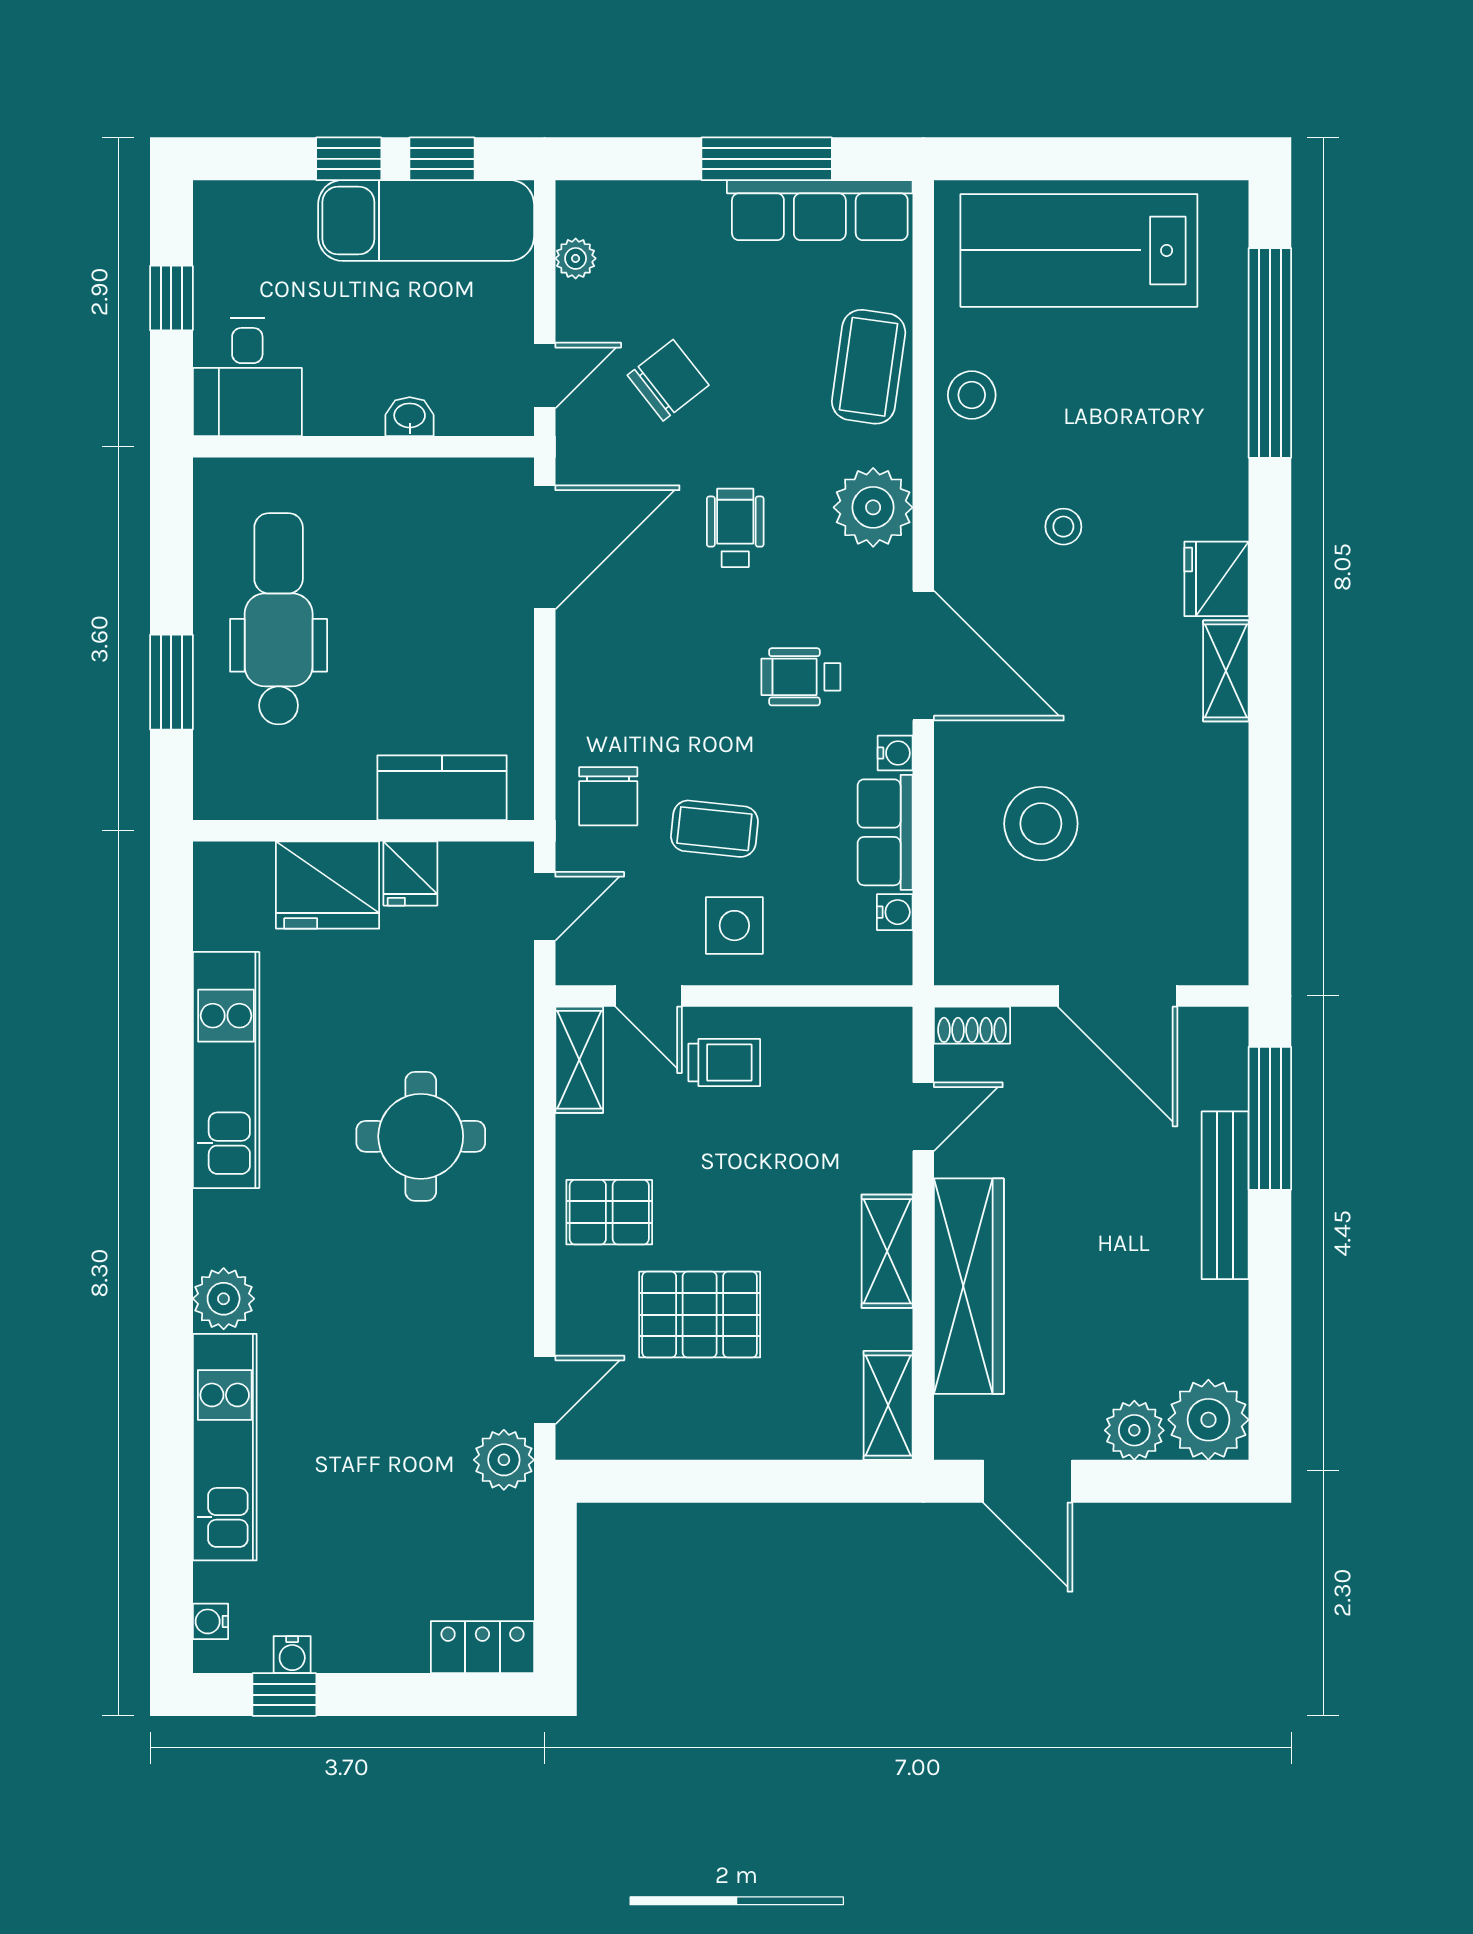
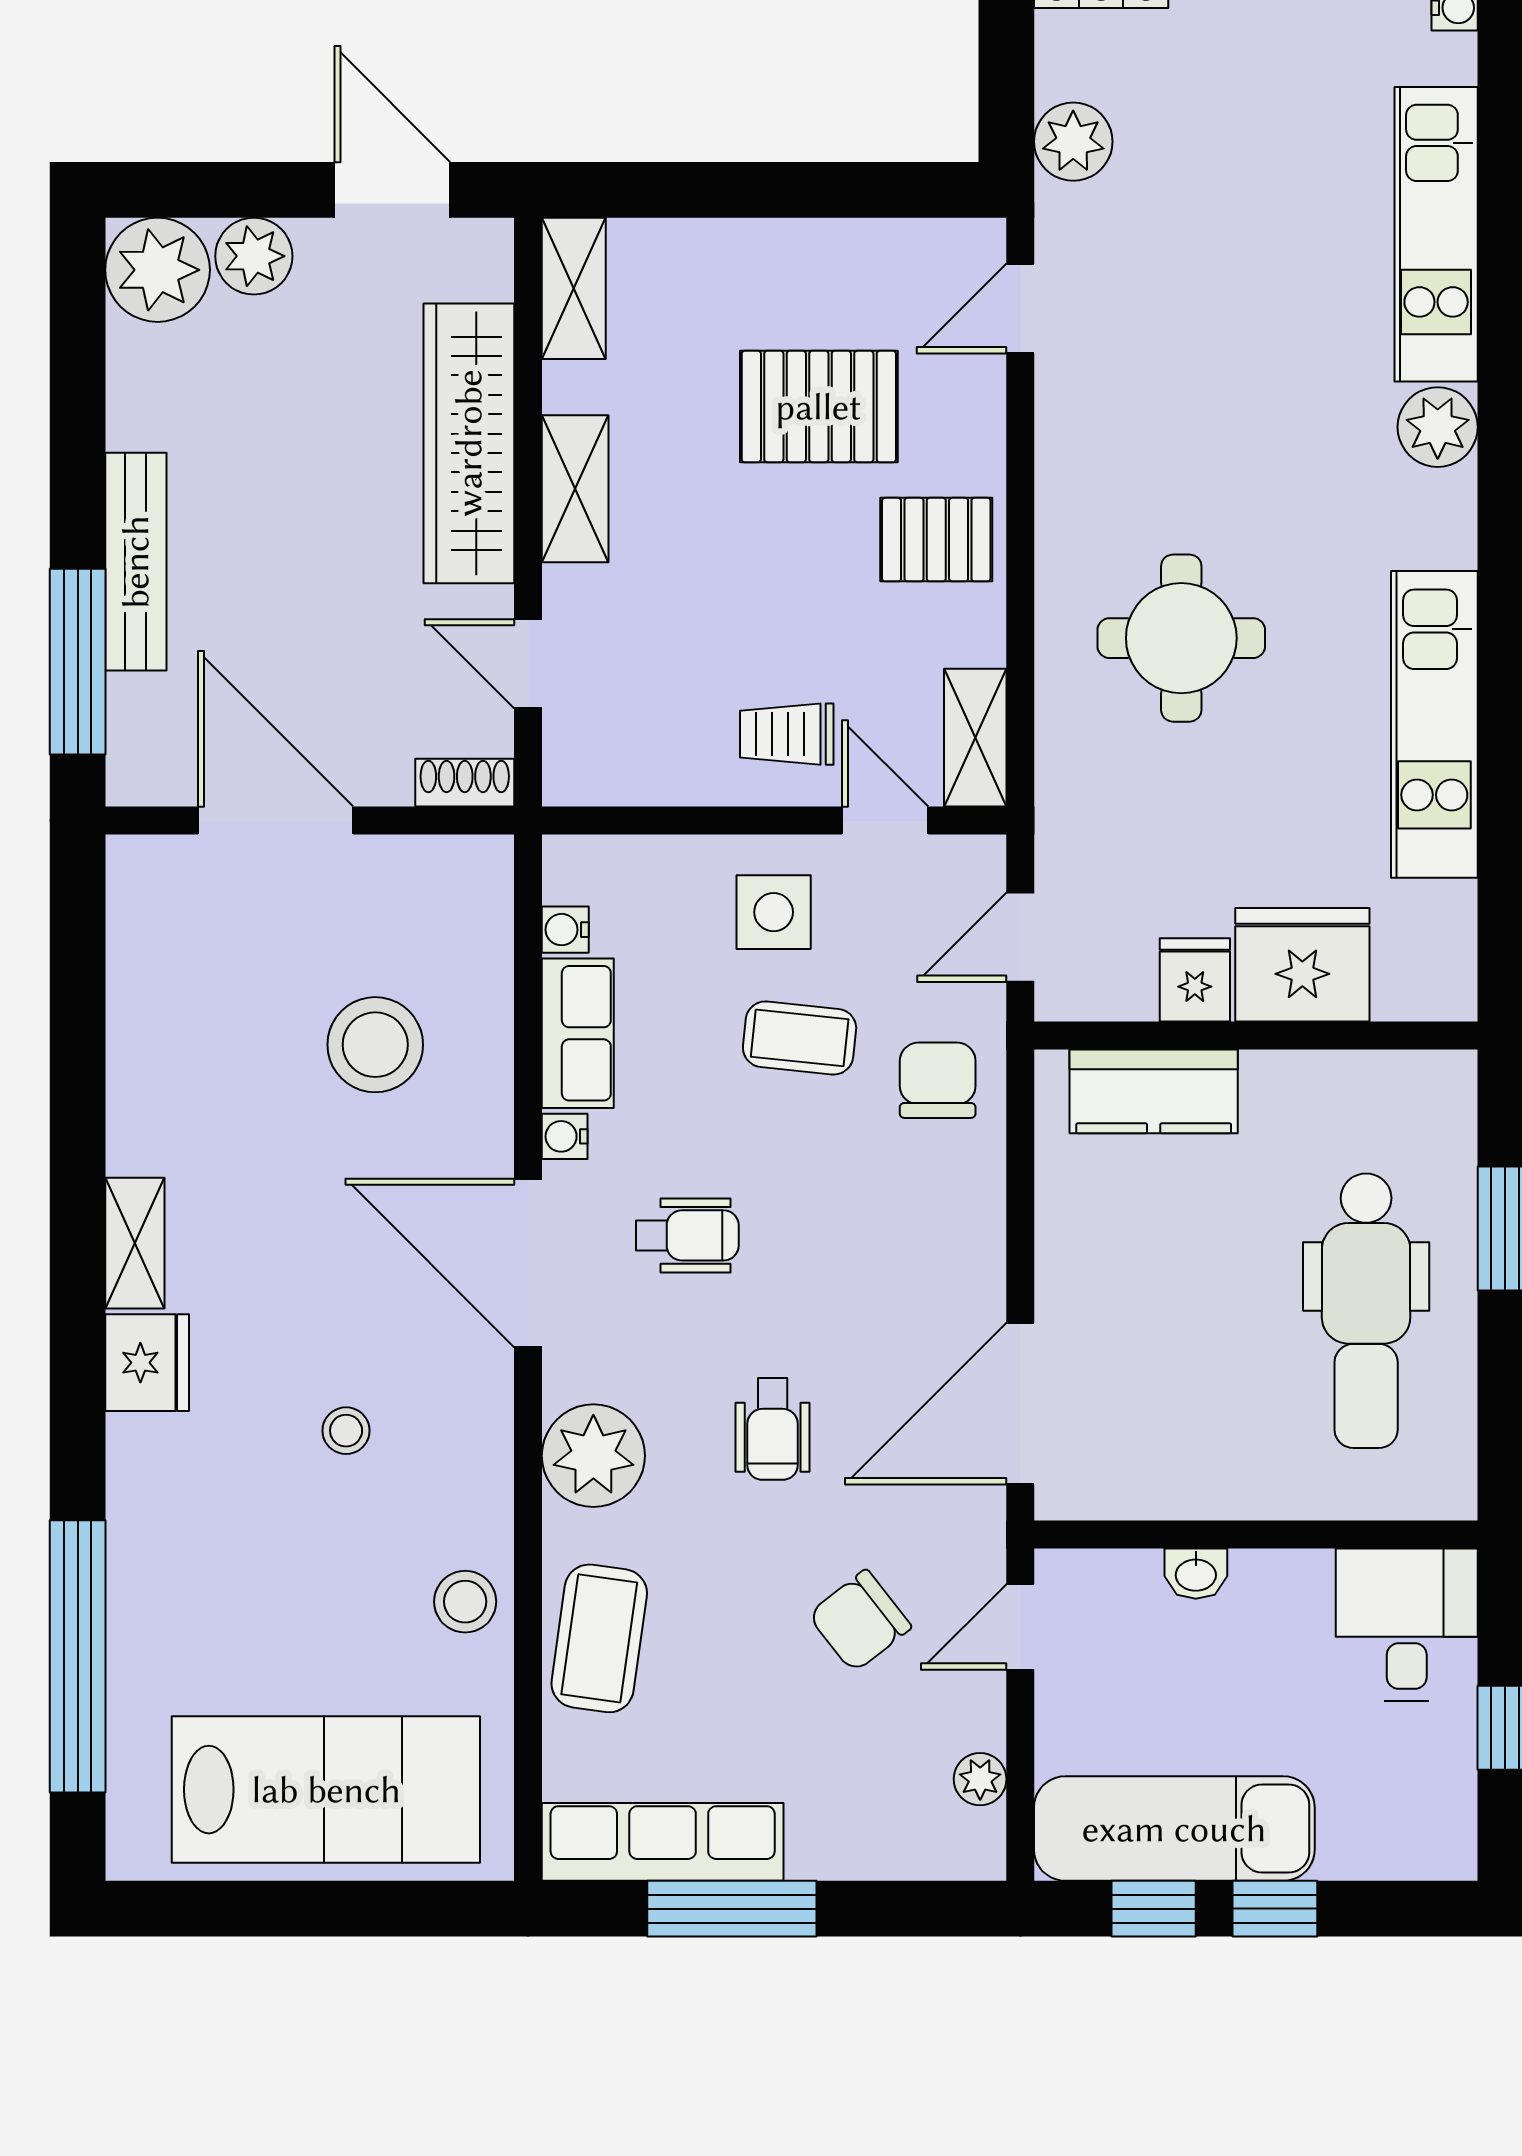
door: (923, 1117) -> (528, 664), hinge flipped
plant: (504, 1460) -> (1073, 142), moved

